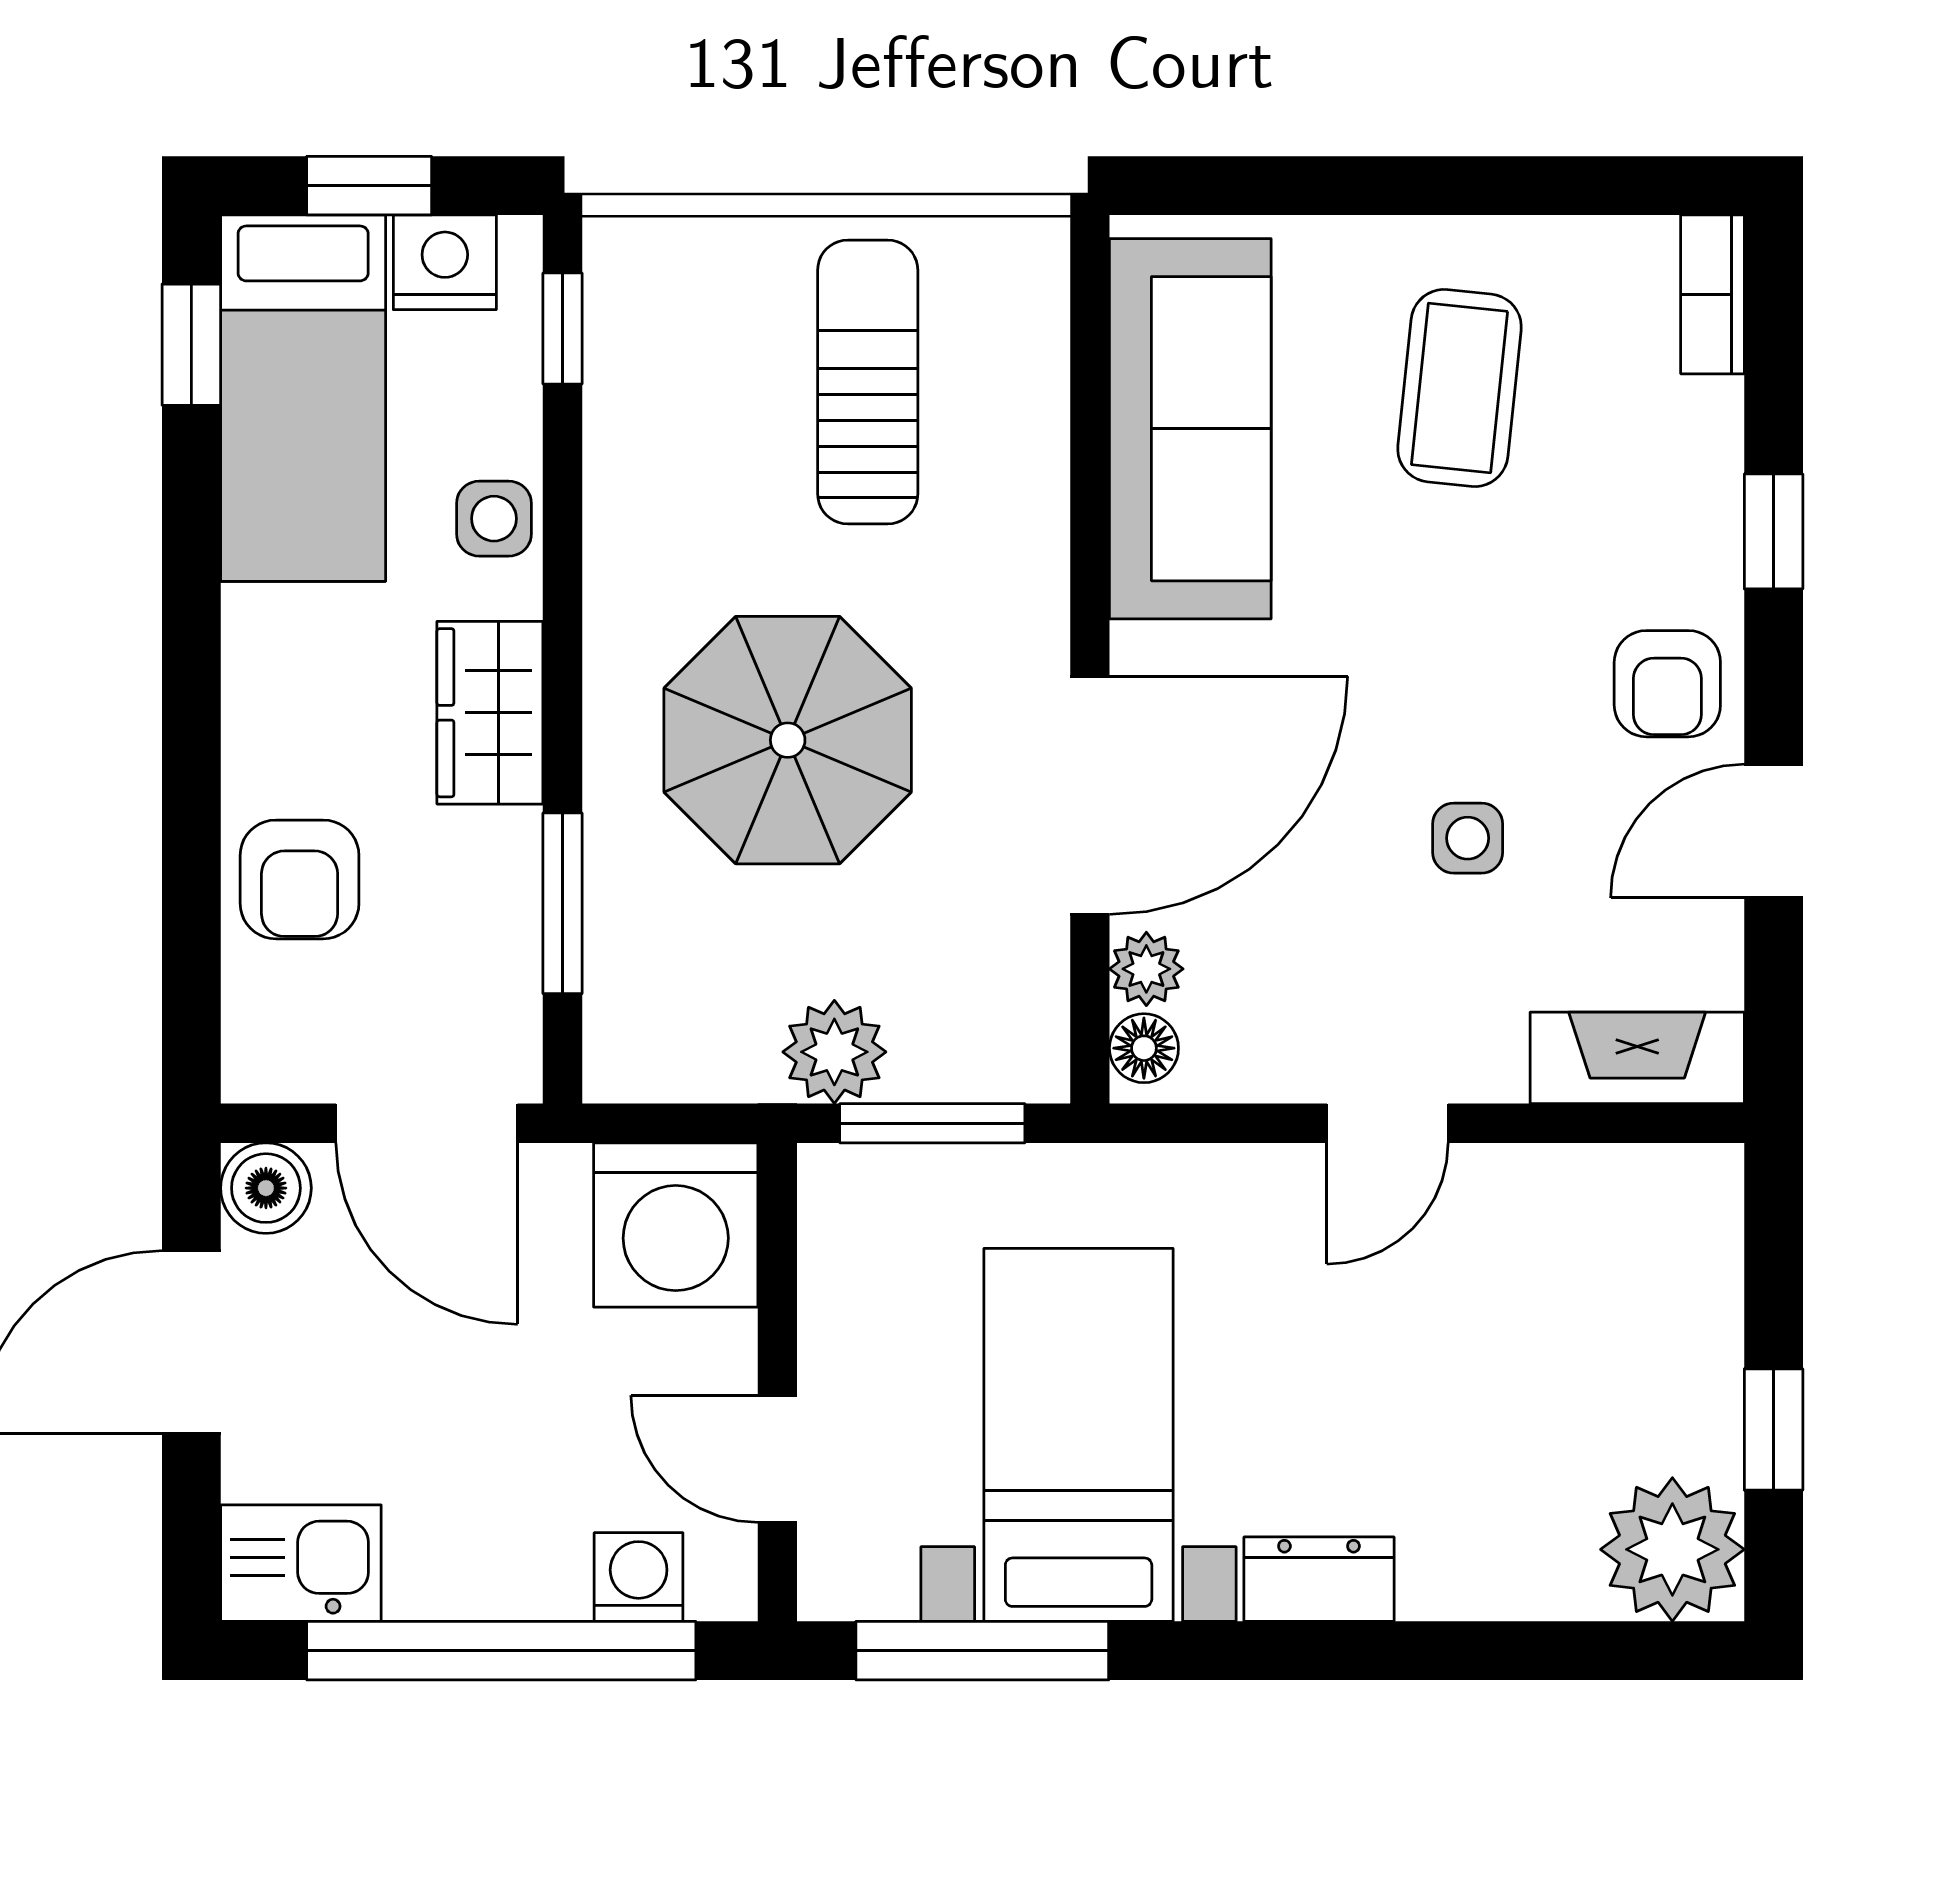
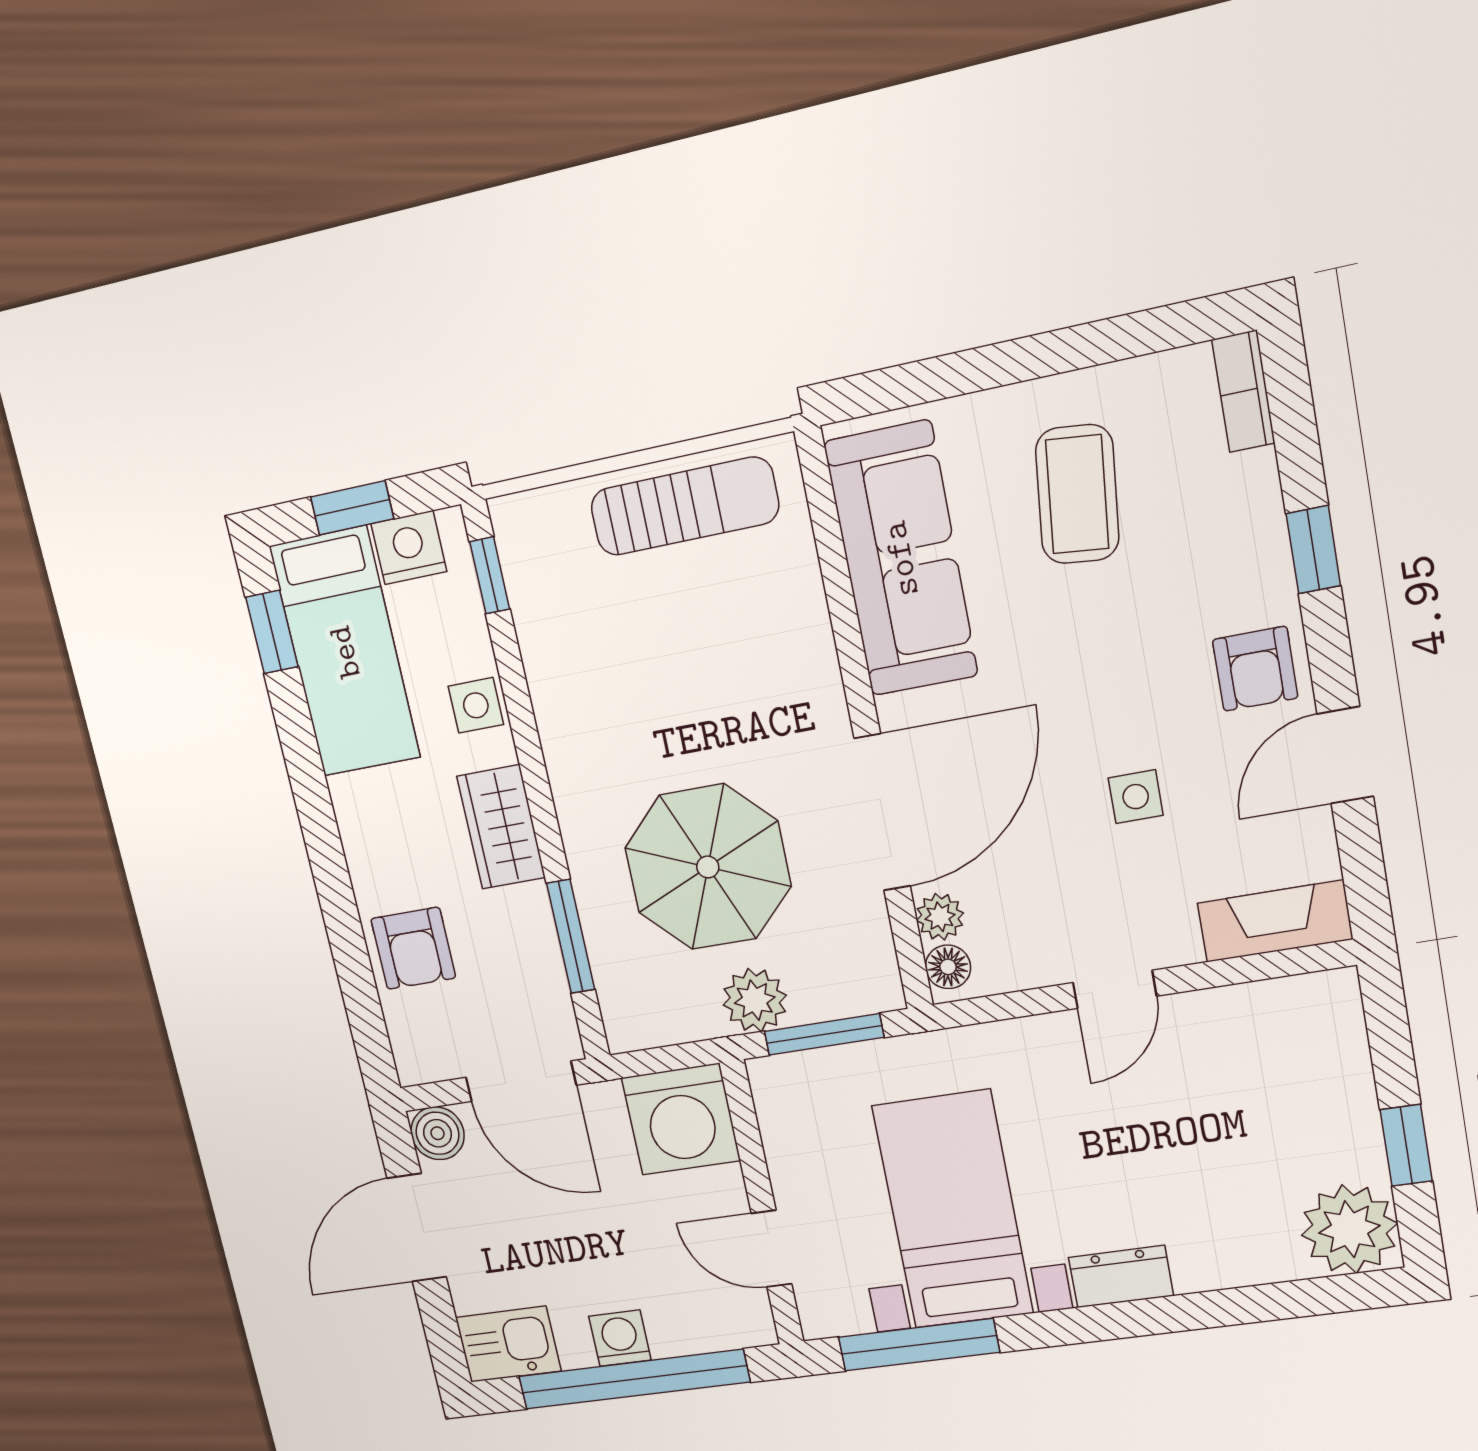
sun lounger: (868, 382) -> (684, 506), moved, turned 90
parasol: (788, 740) -> (708, 867), moved
washing machine: (639, 1577) -> (620, 1338), moved

